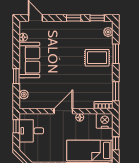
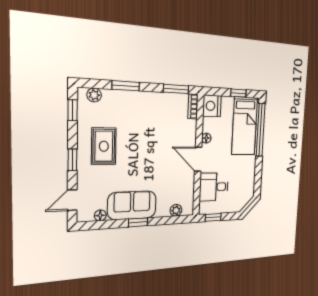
window: (74, 18) -> (72, 160), moved
rug: (97, 58) -> (104, 146), moved
window: (16, 76) -> (138, 222), moved
desk: (31, 131) -> (214, 187), moved, turned 90

